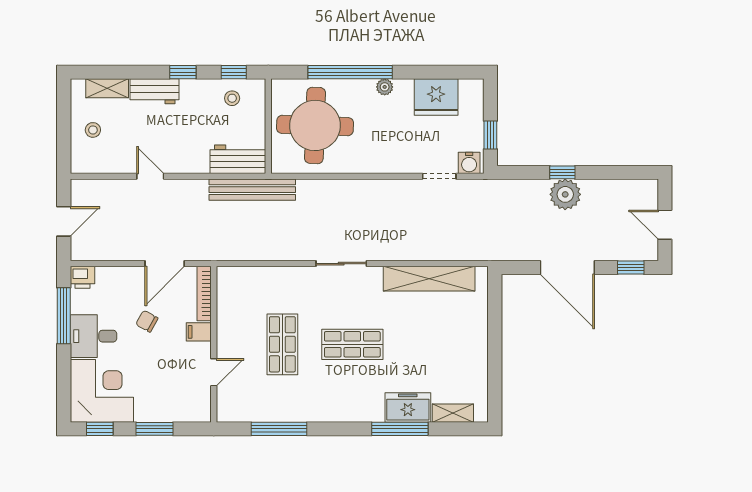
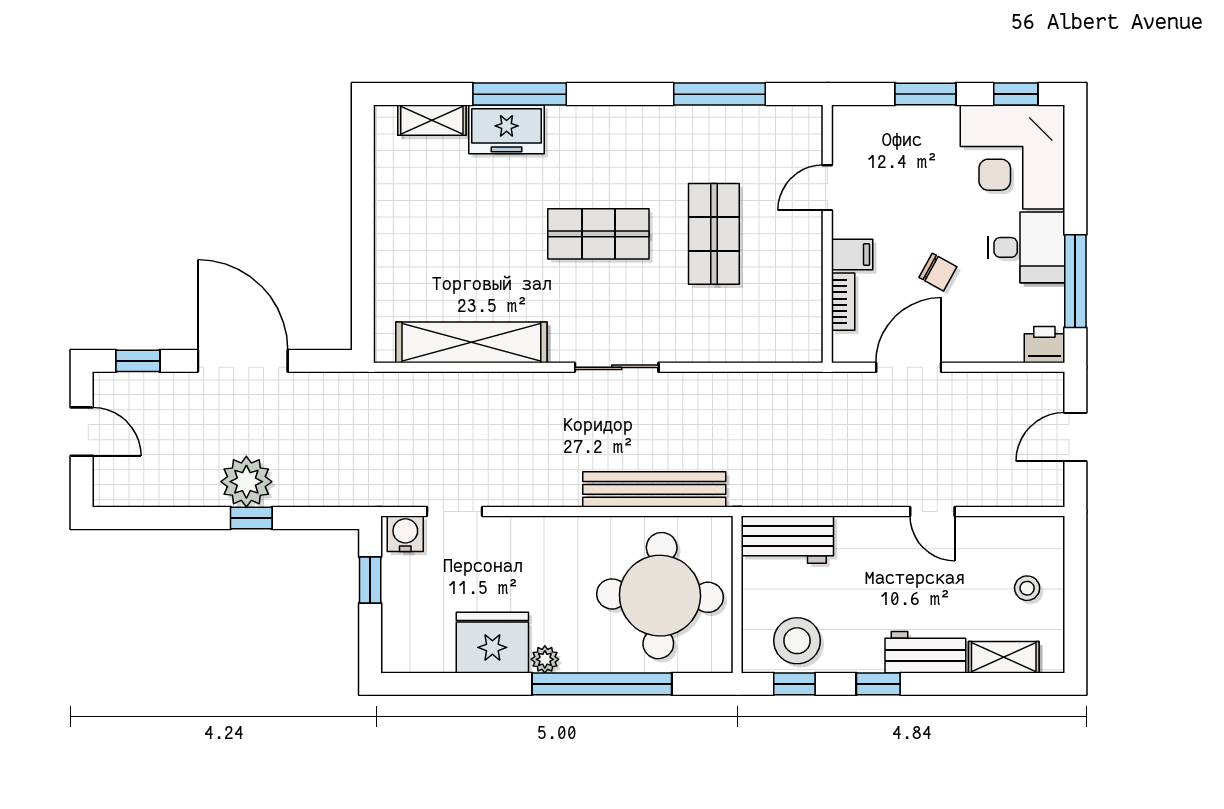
fridge: (436, 97) -> (492, 643), moved
stool: (232, 98) -> (797, 641), width x1.89, depth x1.89
bench: (252, 190) -> (654, 489), moved
bookcase: (204, 294) -> (843, 302), width x0.64

